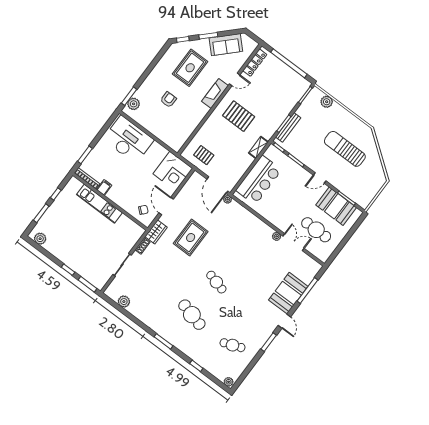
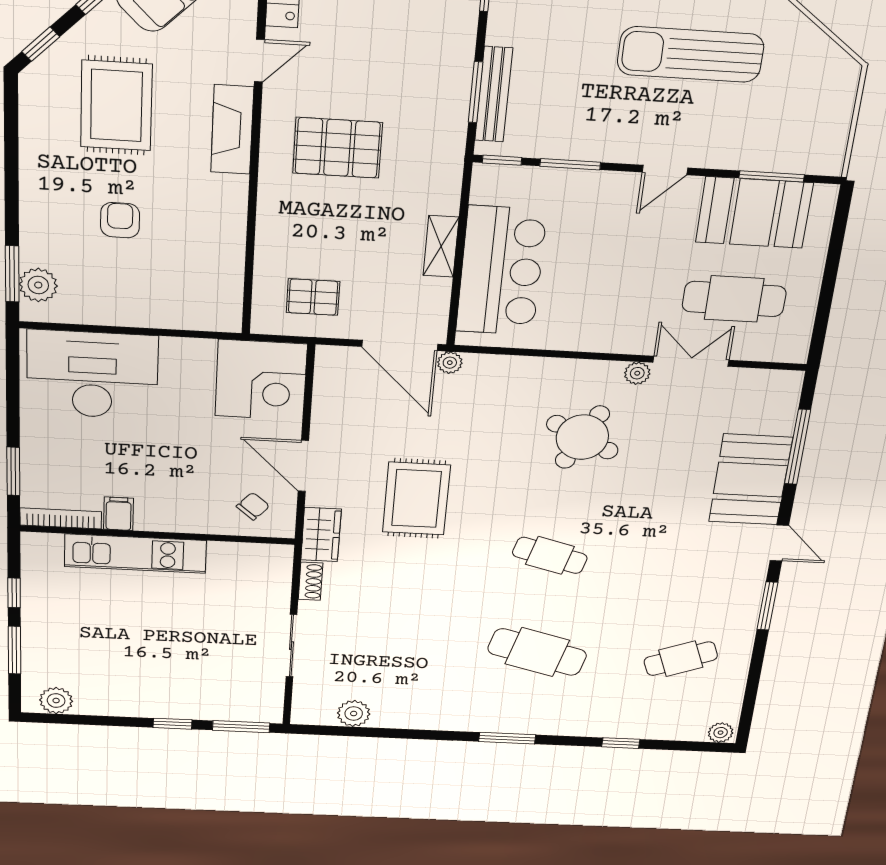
shelving: (258, 148) -> (441, 246), moved
round table: (249, 248) -> (582, 437), added

